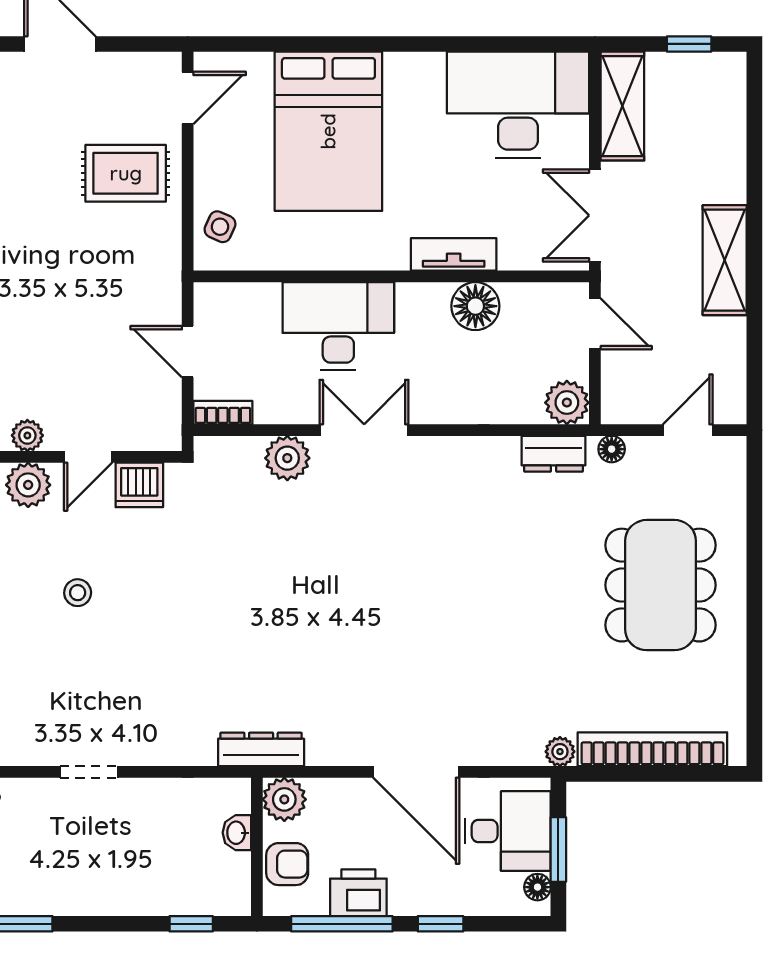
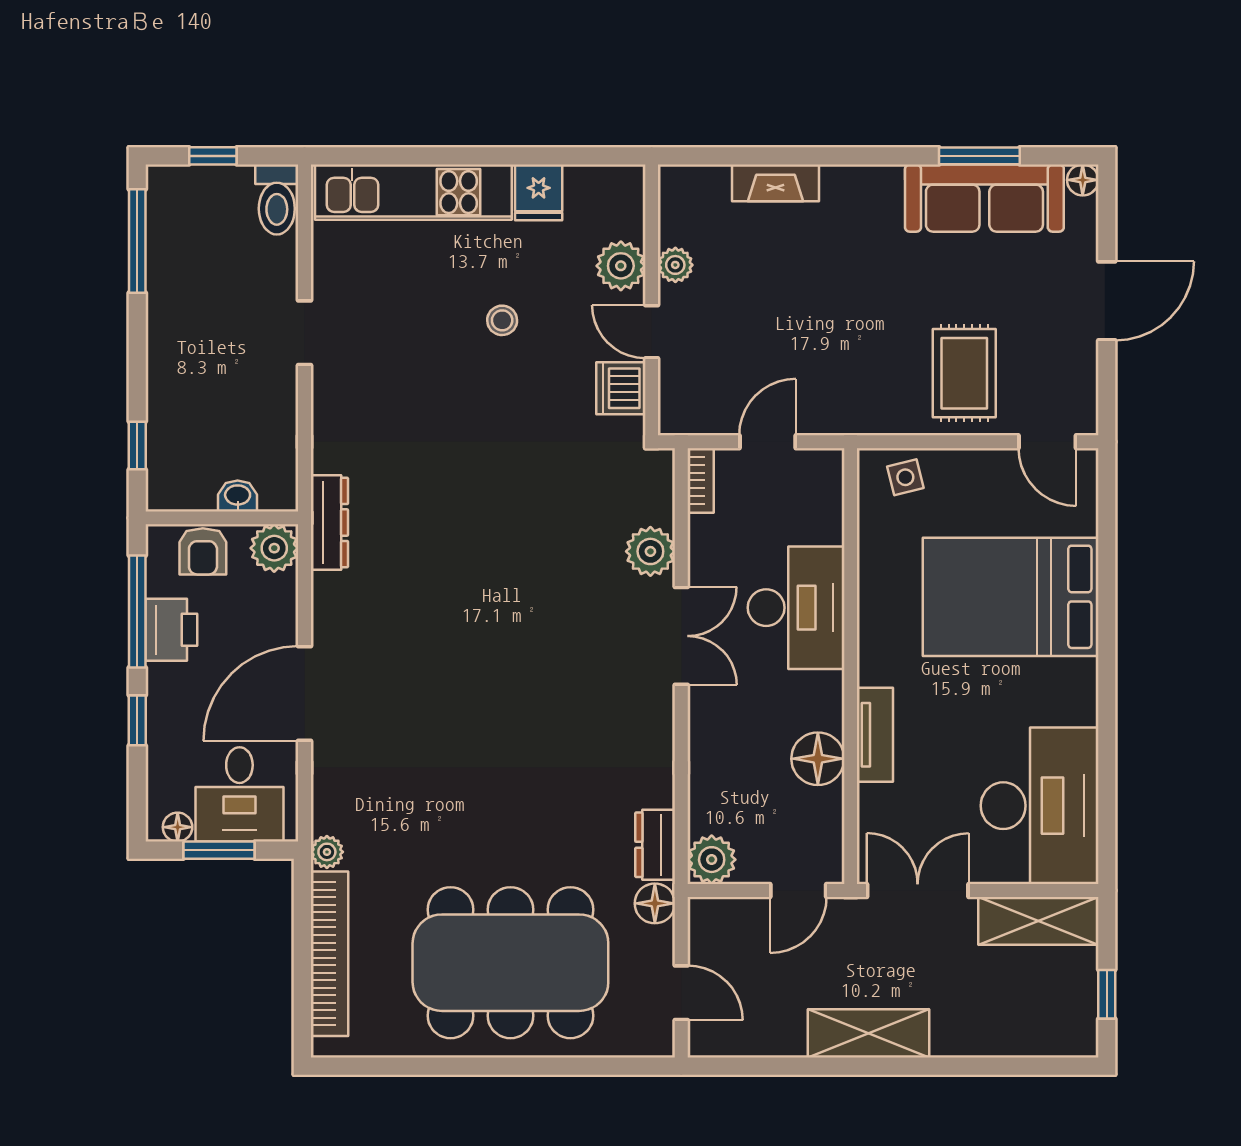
side table: (220, 227) -> (905, 477), turned -38
floor lamp: (612, 449) -> (655, 903), width x1.37, depth x1.37
dining table: (661, 585) -> (510, 963), width x1.36, depth x1.24

